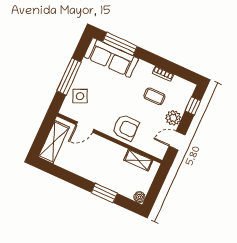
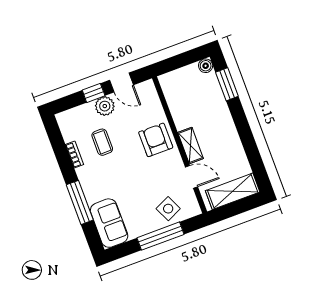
window: (120, 44) -> (80, 202), moved
sofa: (111, 58) -> (109, 223), width x0.73
window: (193, 106) -> (94, 93), moved
shelving: (138, 160) -> (191, 146), moved
window: (104, 193) -> (227, 84), moved

